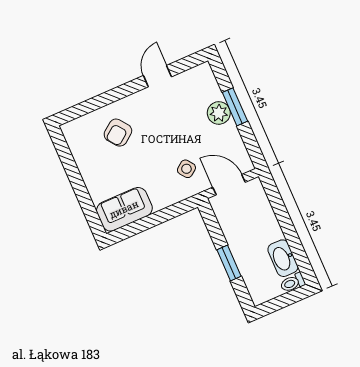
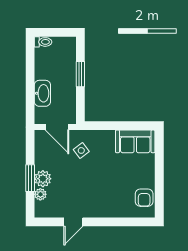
plant: (213, 92) -> (40, 194), added
armchair: (118, 133) -> (144, 198), moved, turned 127
washbasin: (283, 258) -> (42, 93), moved

